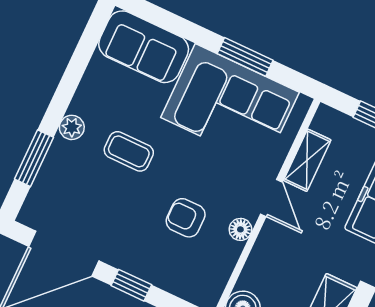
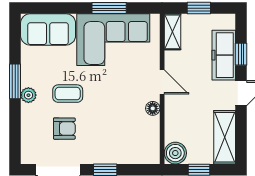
window: (34, 158) -> (15, 81), moved
shelving: (307, 160) -> (172, 32), moved
armchair: (186, 218) -> (64, 129), moved, turned 180

